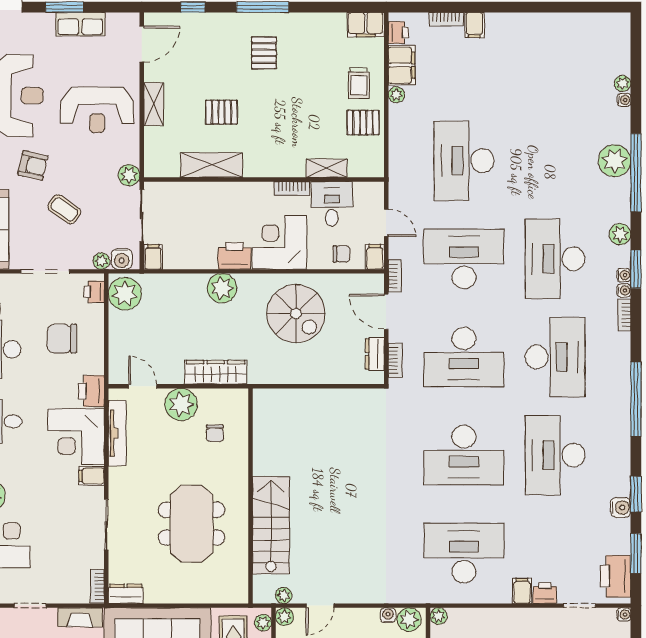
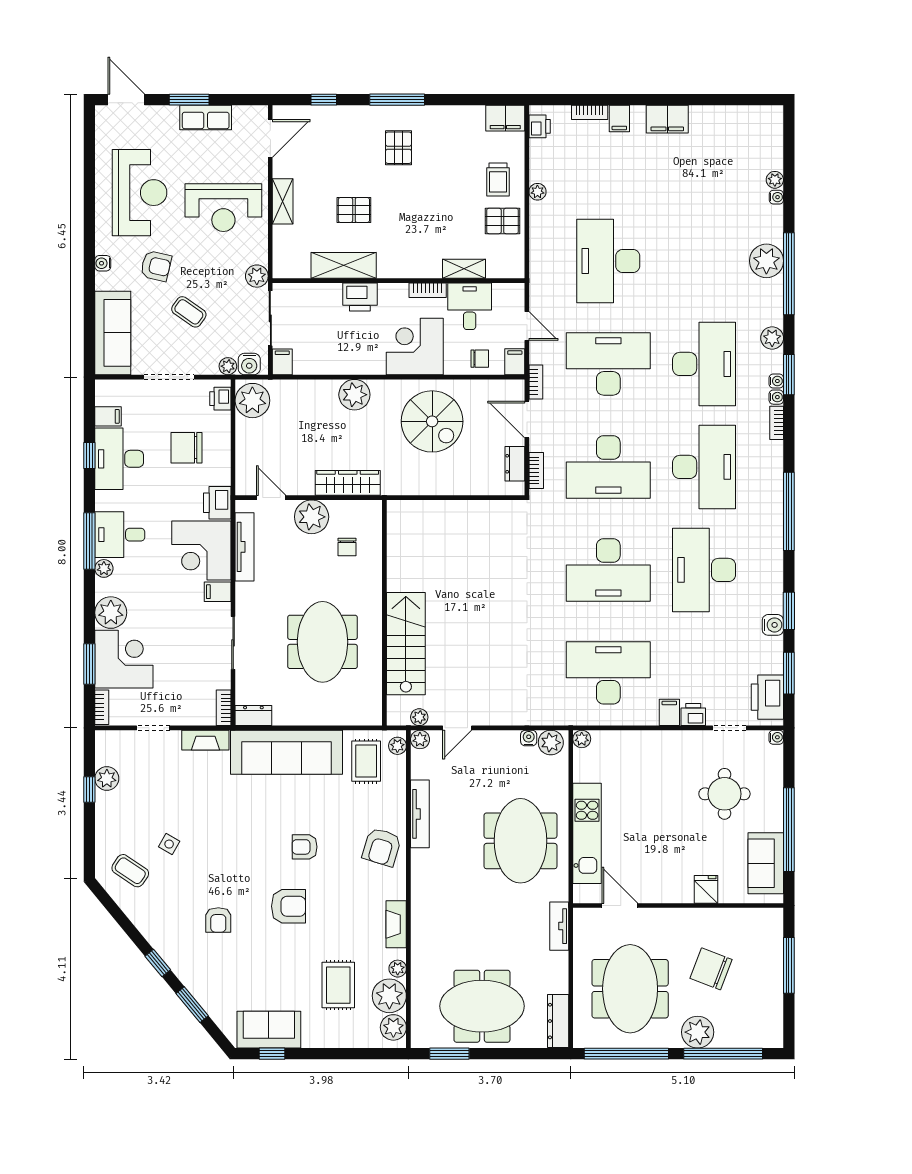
filing cabinet: (402, 65) -> (667, 119), moved, turned 90
printer: (235, 256) -> (360, 297), moved, turned 180
desk: (555, 259) -> (704, 364), turned 180

